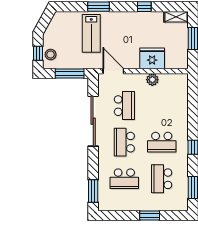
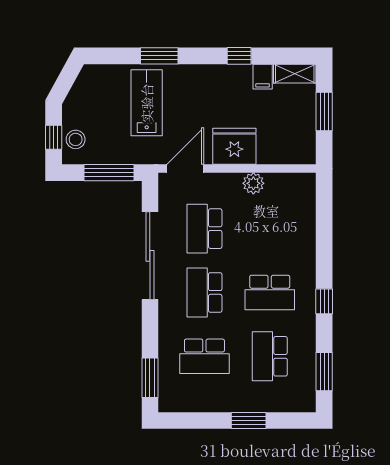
filing cabinet: (158, 19) -> (263, 77), added
lab bench: (91, 33) -> (147, 103), turned 180
fridge: (152, 58) -> (234, 146), moved
door: (113, 71) -> (185, 169), hinge flipped
school desk: (124, 106) -> (204, 229), turned 180

